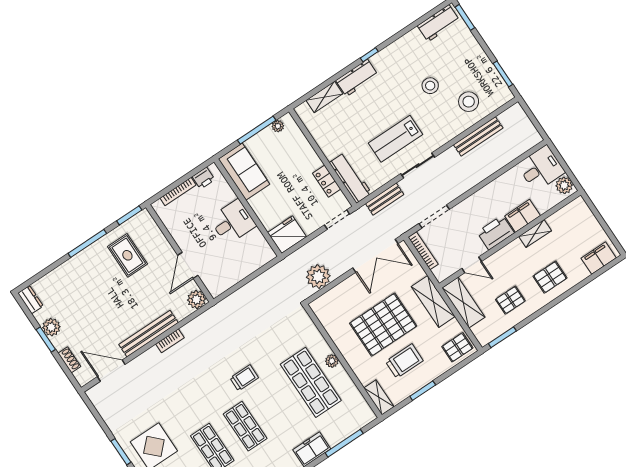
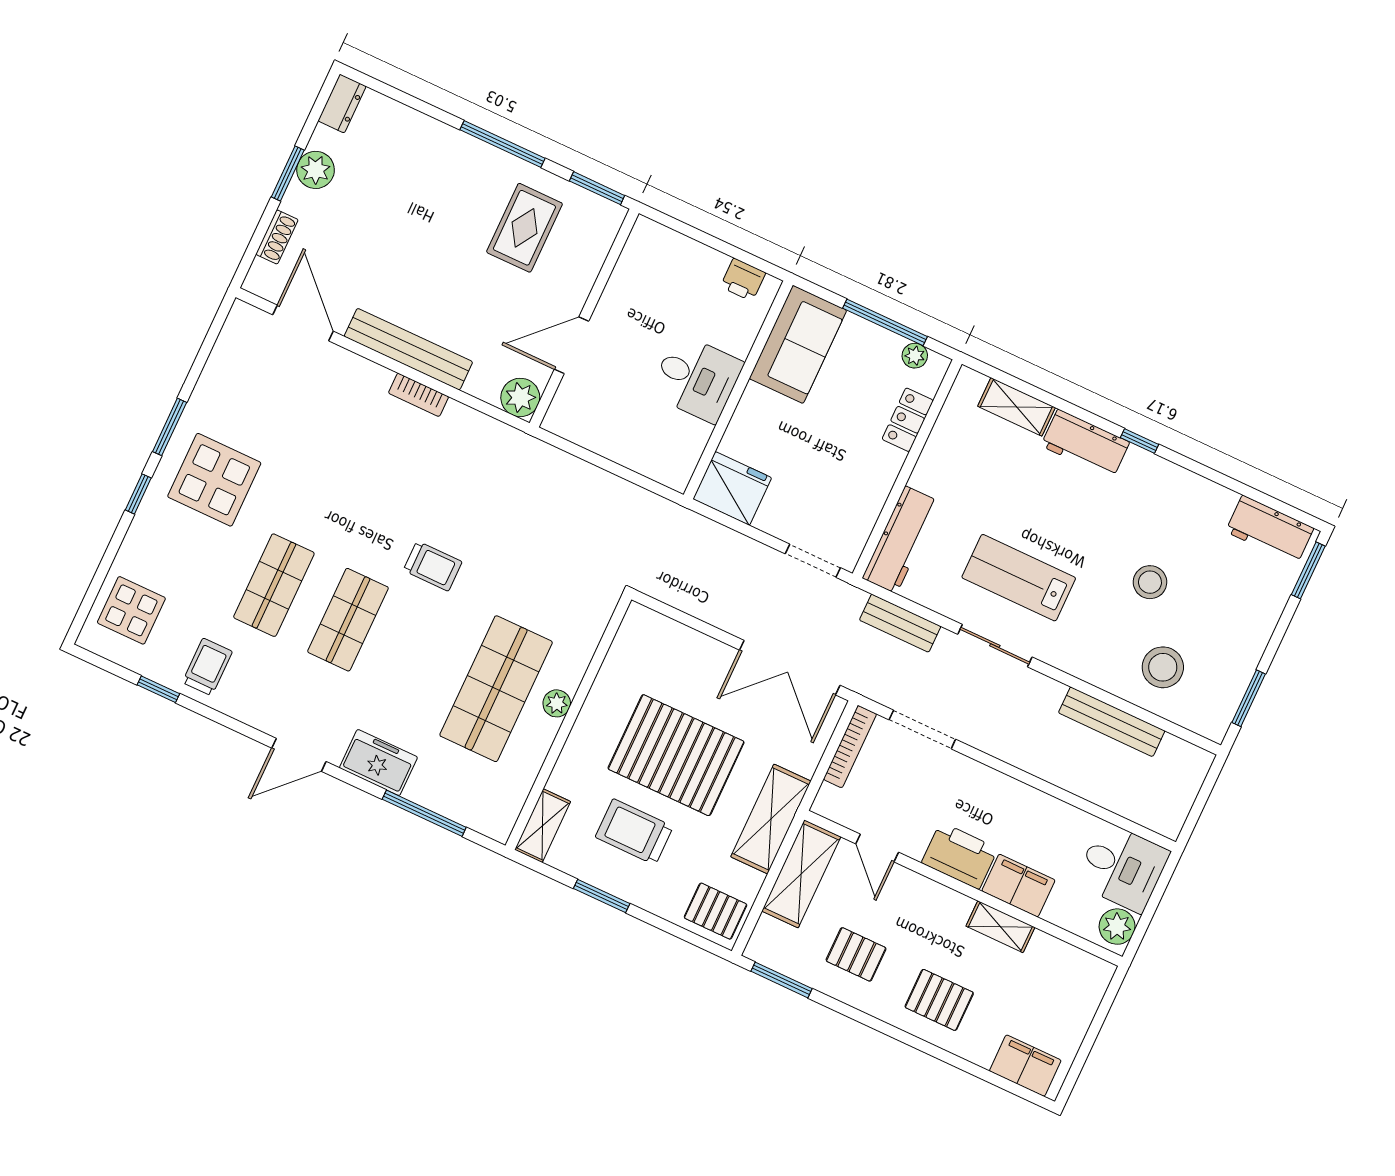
locker: (327, 181) -> (908, 420), moved
bookcase: (178, 191) -> (692, 249), removed
plant: (318, 276) -> (692, 588), removed
trolley: (404, 361) -> (634, 832), turned 180

